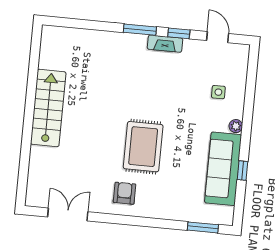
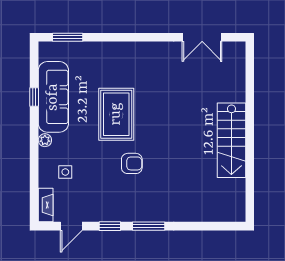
door: (218, 37) -> (71, 226), hinge flipped
fireplace: (165, 44) -> (46, 205), moved, turned 90
rug: (143, 147) -> (116, 114), moved
armchair: (124, 193) -> (132, 163), moved, turned -90

